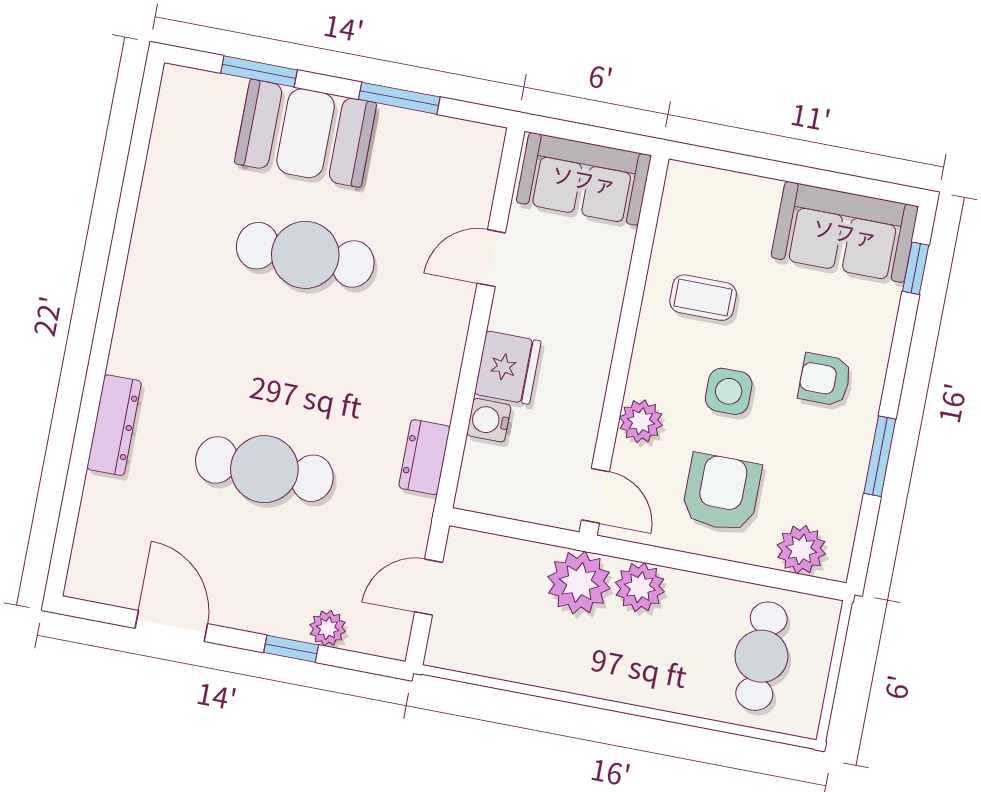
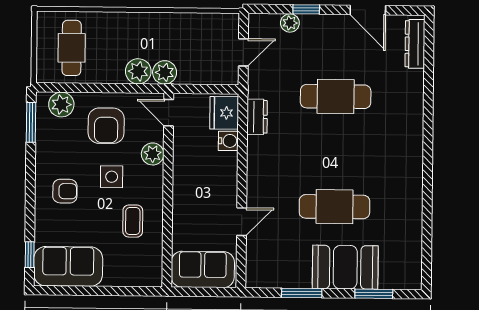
coffee table: (703, 298) -> (133, 221), turned 90
fridge: (508, 368) -> (224, 113), moved
dresser: (114, 425) -> (415, 44), moved
window: (880, 456) -> (31, 122), moved
plant: (579, 583) -> (165, 72), width x0.73, depth x0.73

